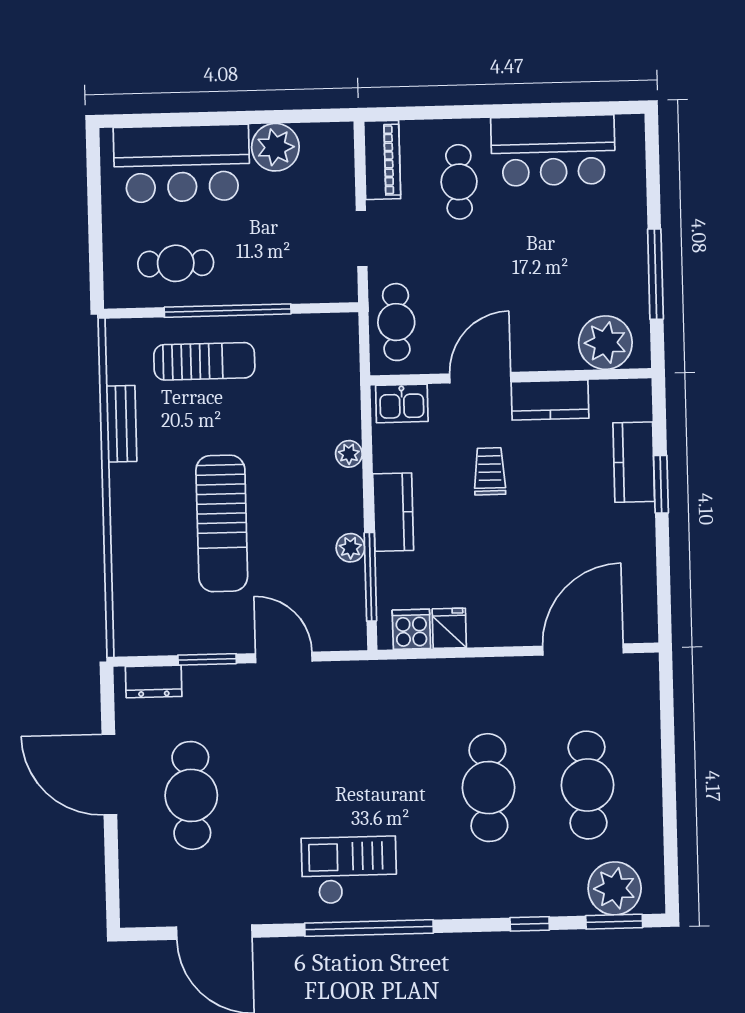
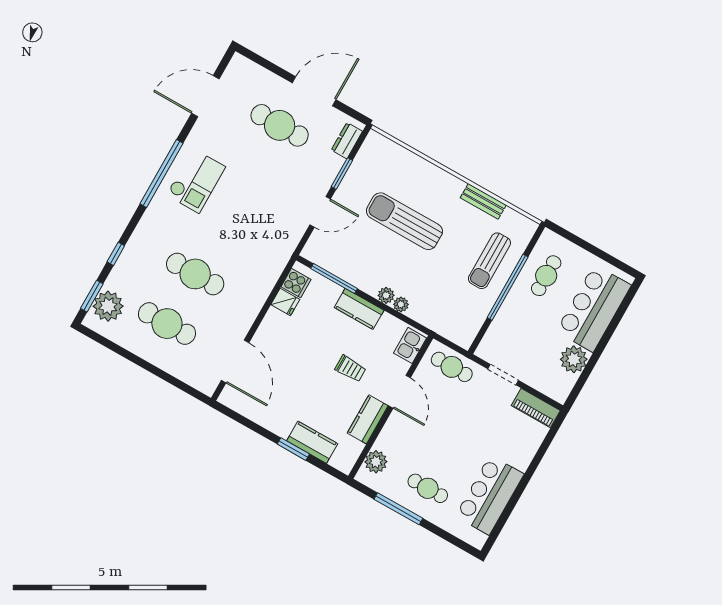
cafe table: (459, 182) -> (428, 488), moved
plant: (605, 343) -> (376, 462), width x0.73, depth x0.73
plant: (350, 548) -> (386, 295), moved

